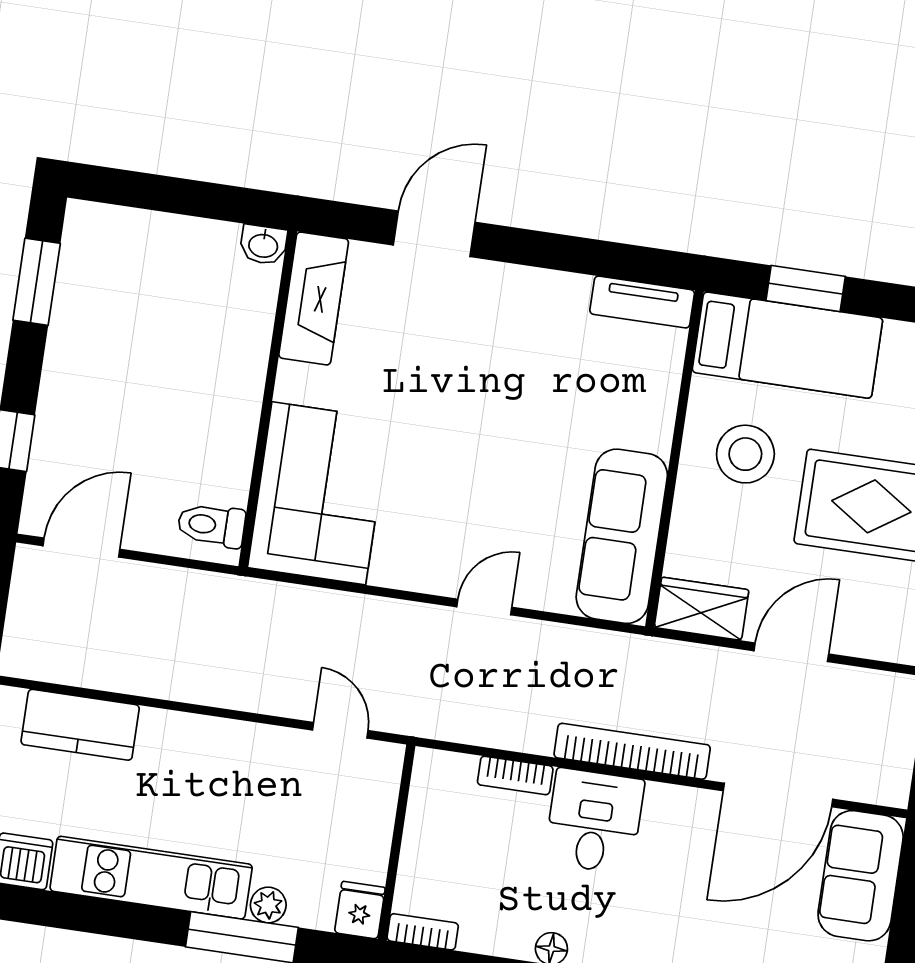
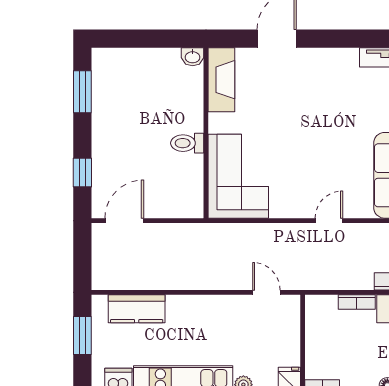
toilet: (211, 525) -> (187, 143), moved

